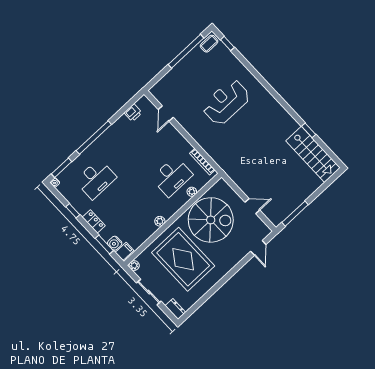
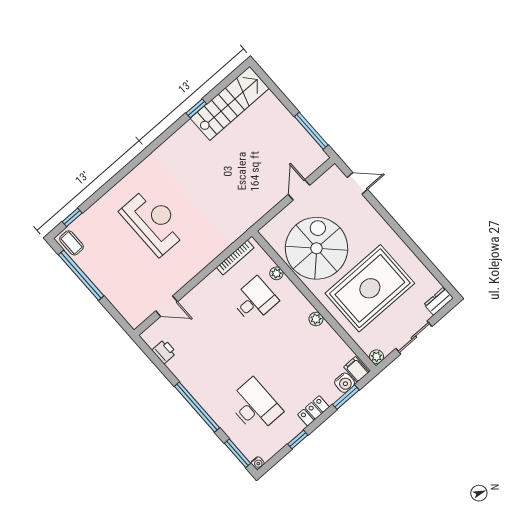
reception desk: (226, 102) -> (153, 222), turned 180
desk: (172, 177) -> (255, 300), width x0.73

